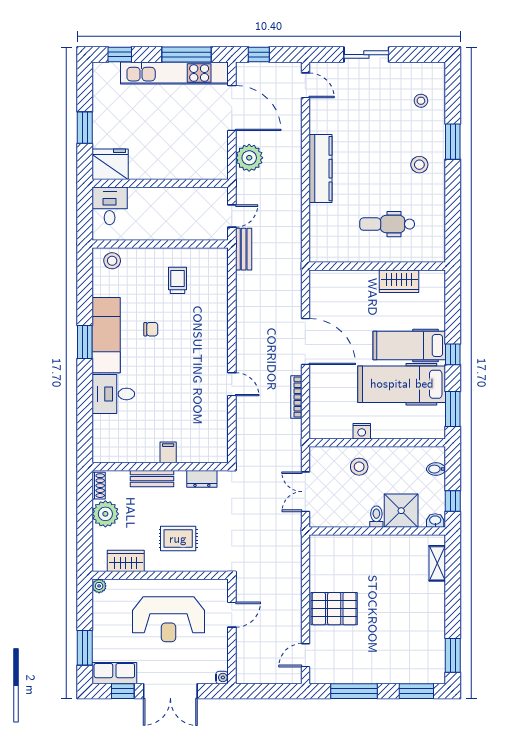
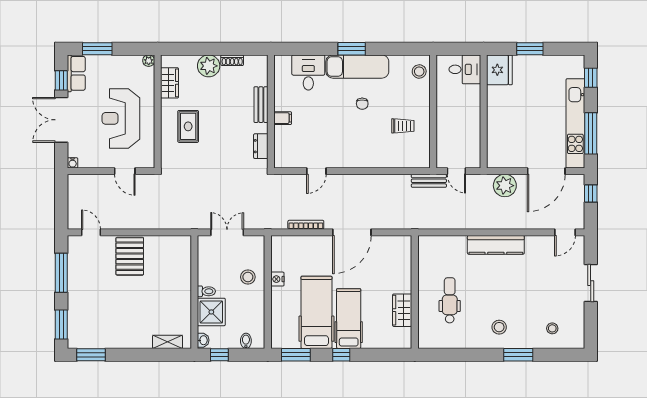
filing cabinet: (168, 452) -> (283, 118), moved
wall: (160, 467) -> (271, 111), moved
bench: (152, 479) -> (261, 105), moved
dresser: (202, 479) -> (261, 146), moved

